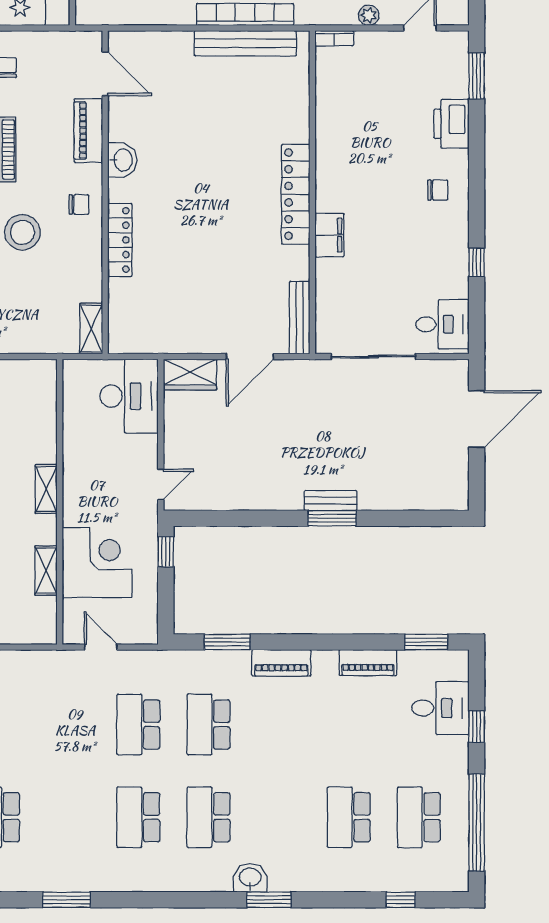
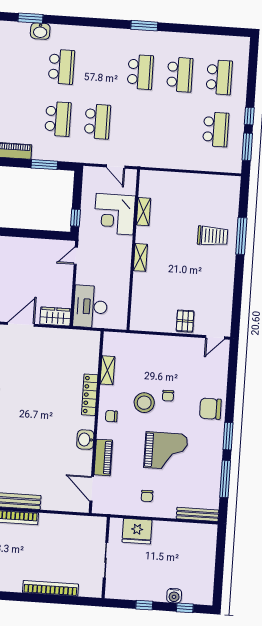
shelving: (91, 329) -> (107, 370), moved
school desk: (138, 817) -> (140, 72), moved

